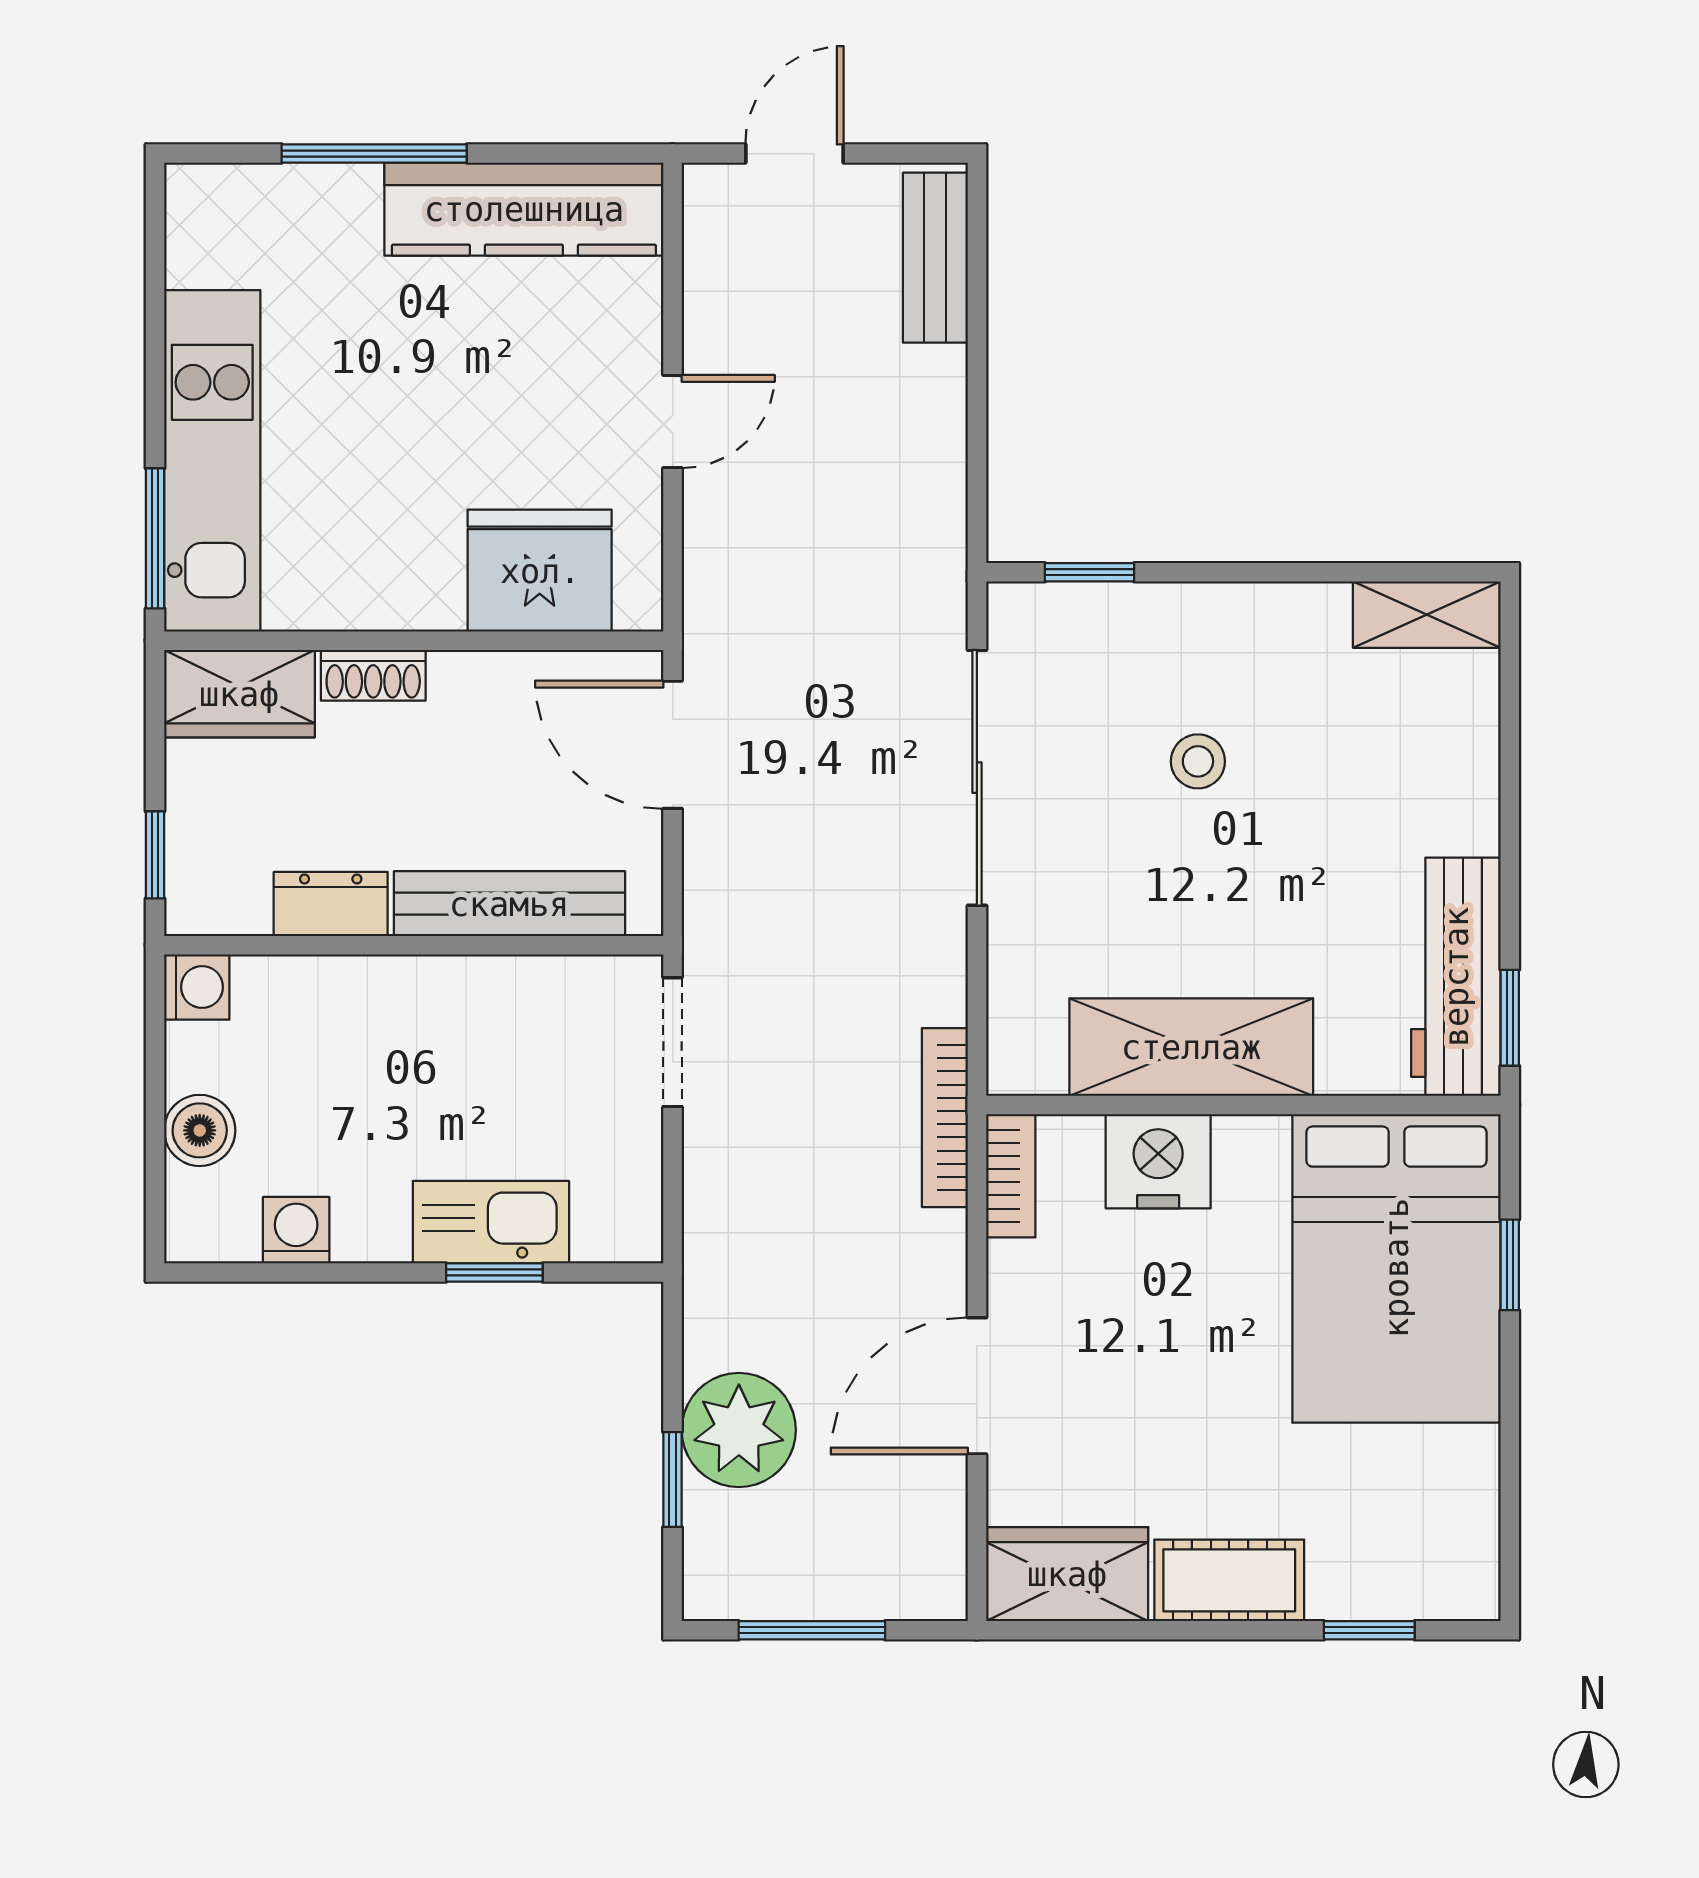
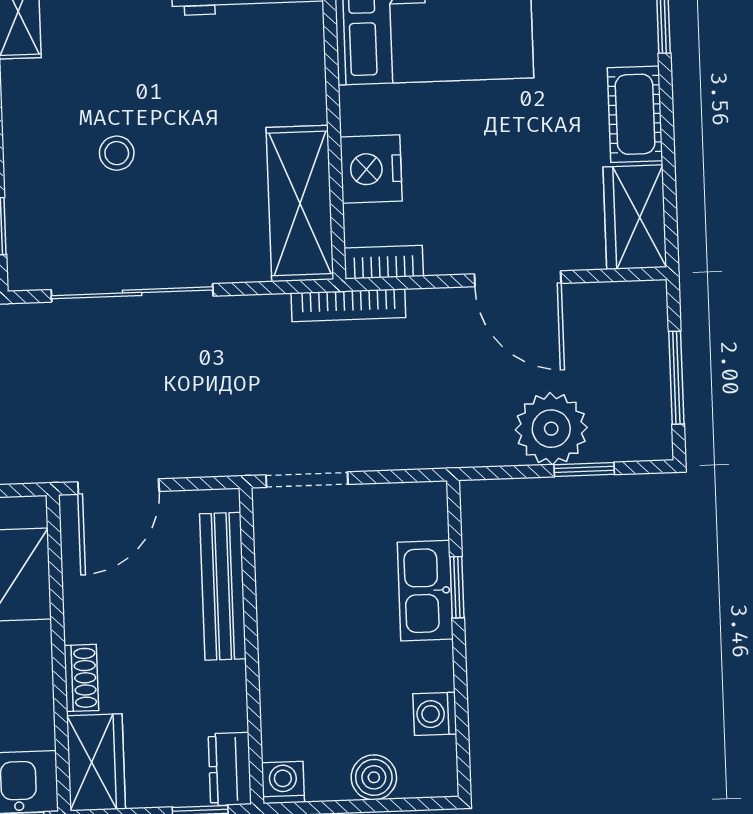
dresser: (331, 904) -> (230, 769), moved
shelving: (1191, 1047) -> (300, 203), moved

